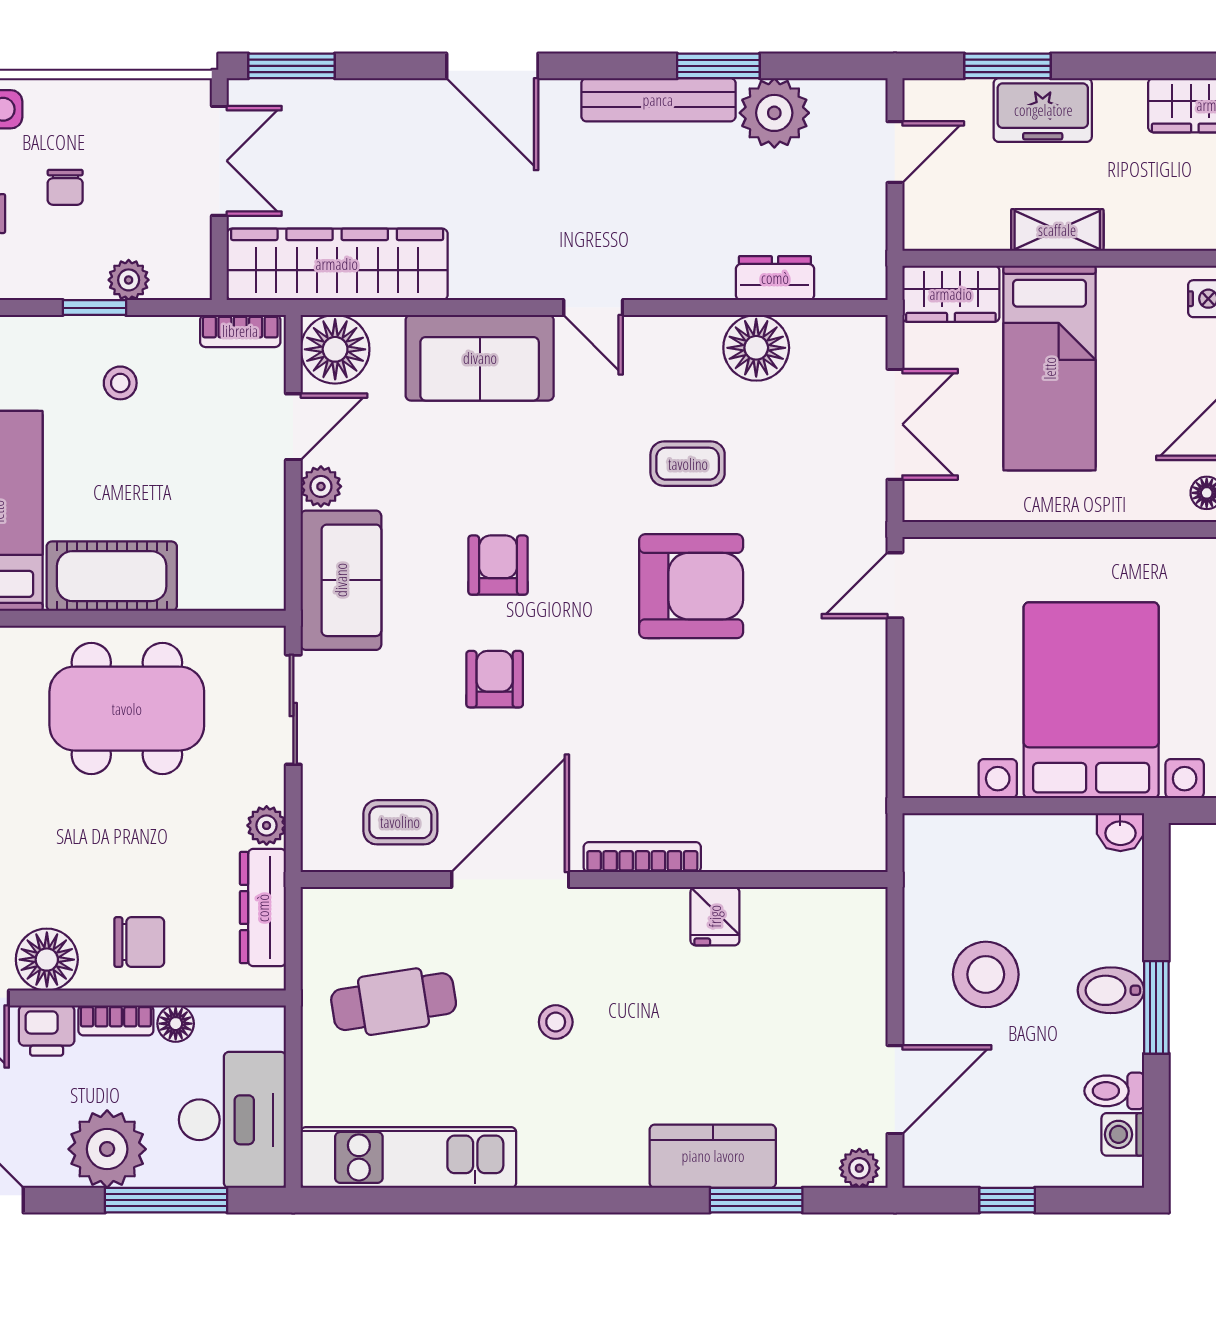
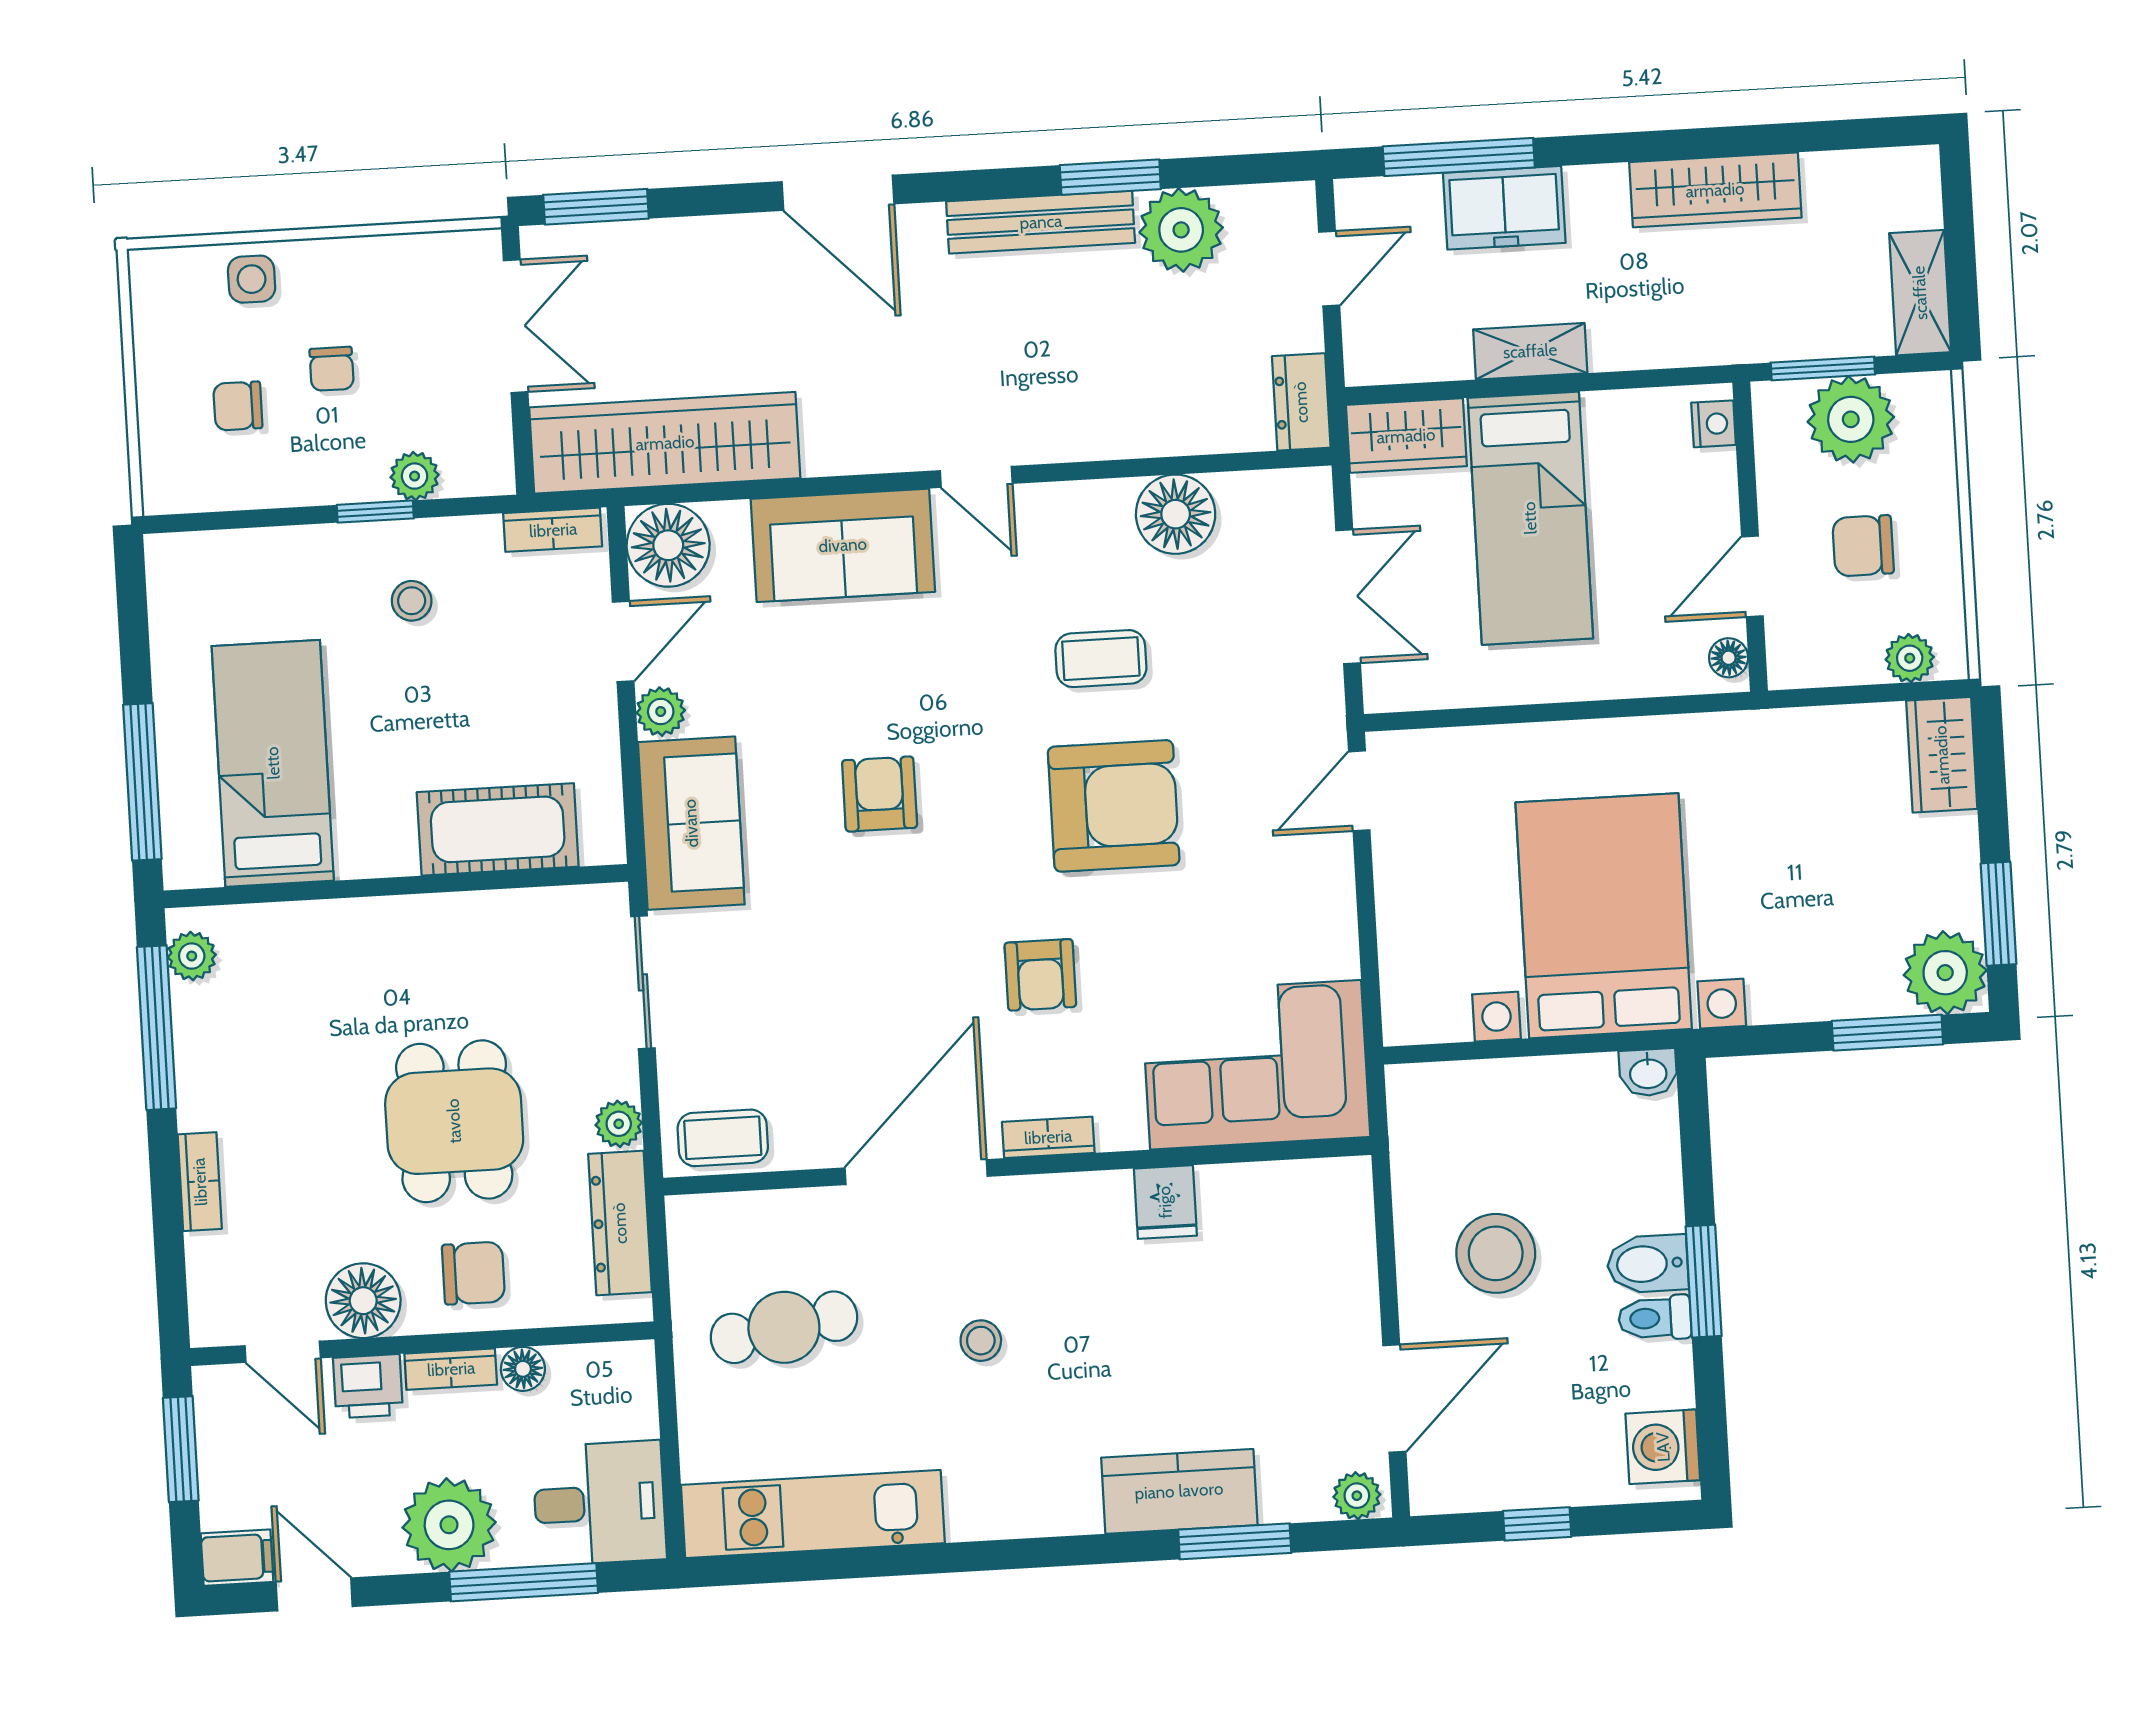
window: (1008, 66) -> (1459, 157), width x1.44
dresser: (775, 278) -> (1301, 402), moved, turned -90
cot: (112, 576) -> (498, 829), moved
armchair: (495, 679) -> (1040, 975), moved, turned 180
dining table: (127, 709) -> (454, 1121), moved, width x0.73
corner sofa: (796, 807) -> (1256, 1065), added
coffee table: (400, 822) -> (723, 1138), moved
bookcase: (642, 857) -> (1048, 1137), width x0.64
toilet: (1114, 1091) -> (1655, 1318), moved
desk: (232, 1120) -> (599, 1503), width x0.73
washing machine: (1123, 1134) -> (1663, 1447), width x1.38, depth x1.38

